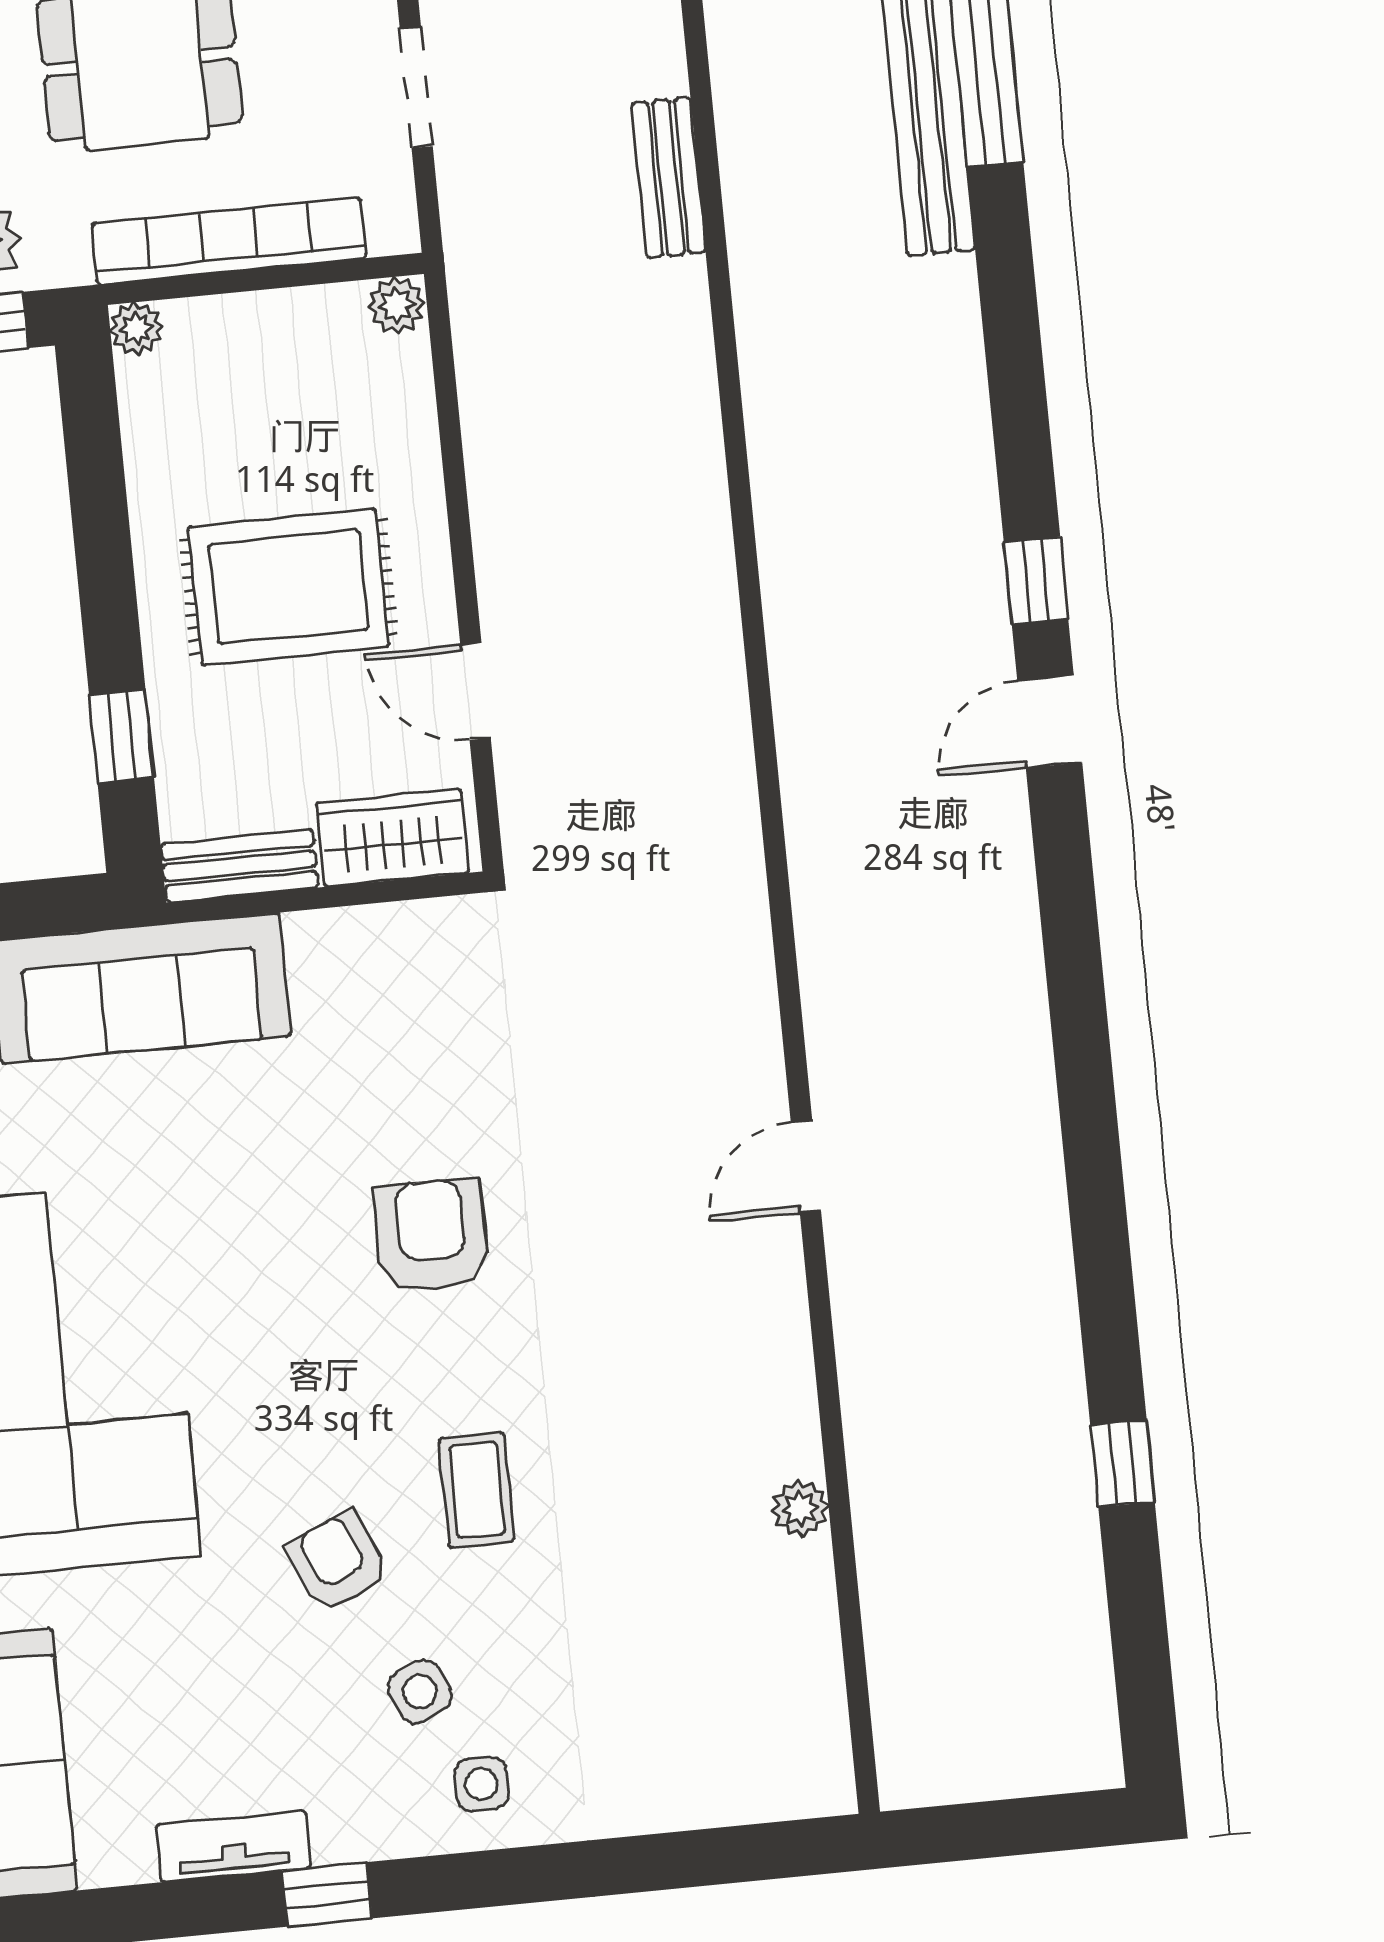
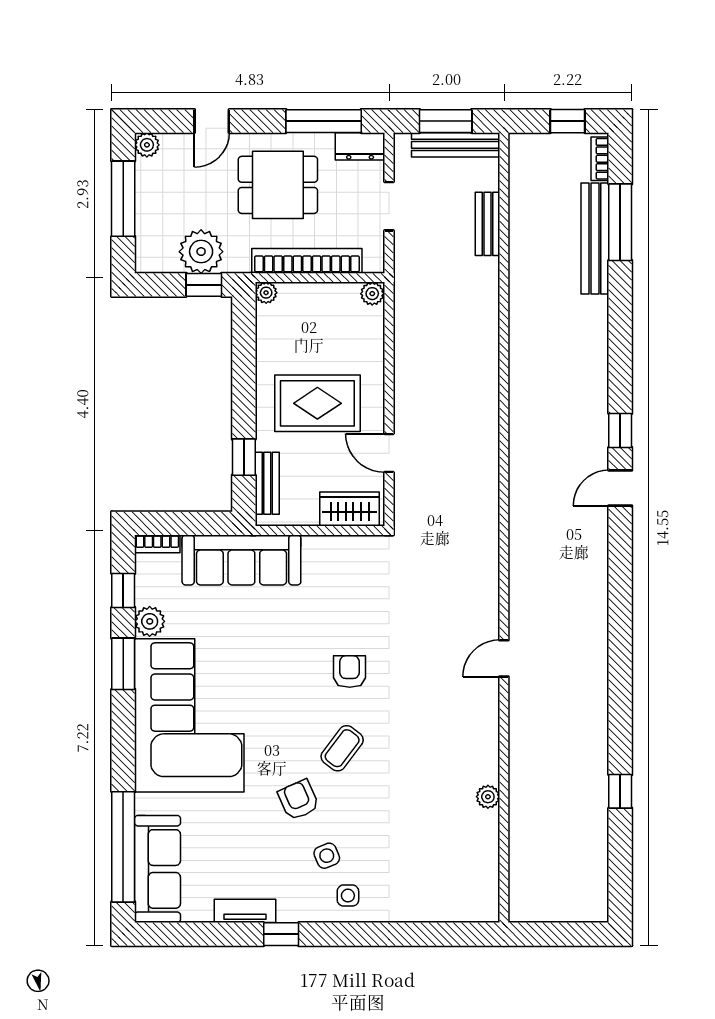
bench: (668, 178) -> (487, 224), moved
bench: (239, 866) -> (267, 483), moved, turned 90
armchair: (431, 1236) -> (350, 672), width x0.72, depth x0.72
coffee table: (477, 1490) -> (342, 748), moved, turned 37

